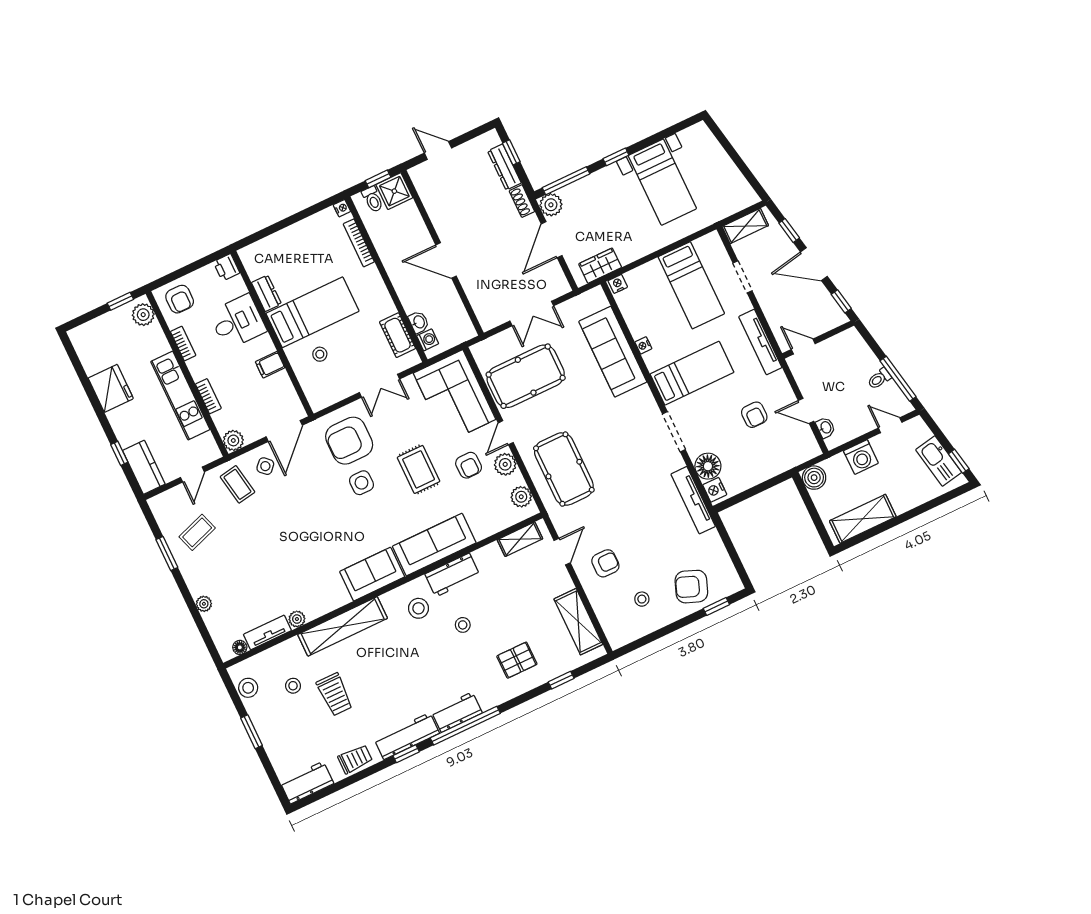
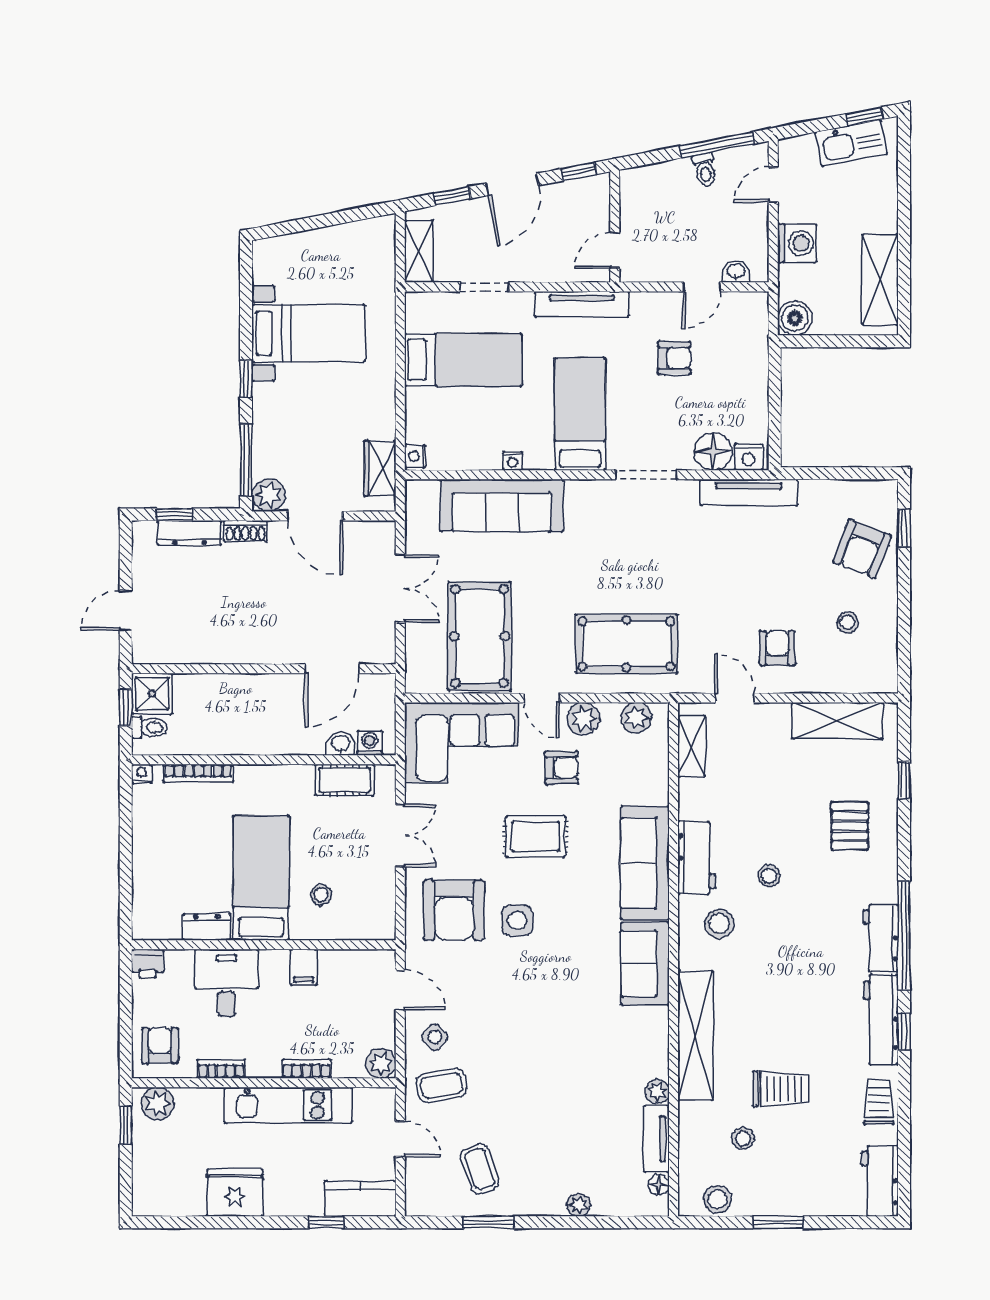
door: (446, 260) -> (332, 669), moved
armchair: (180, 299) -> (160, 1046), turned -90
door: (284, 431) -> (400, 990), width x0.73

